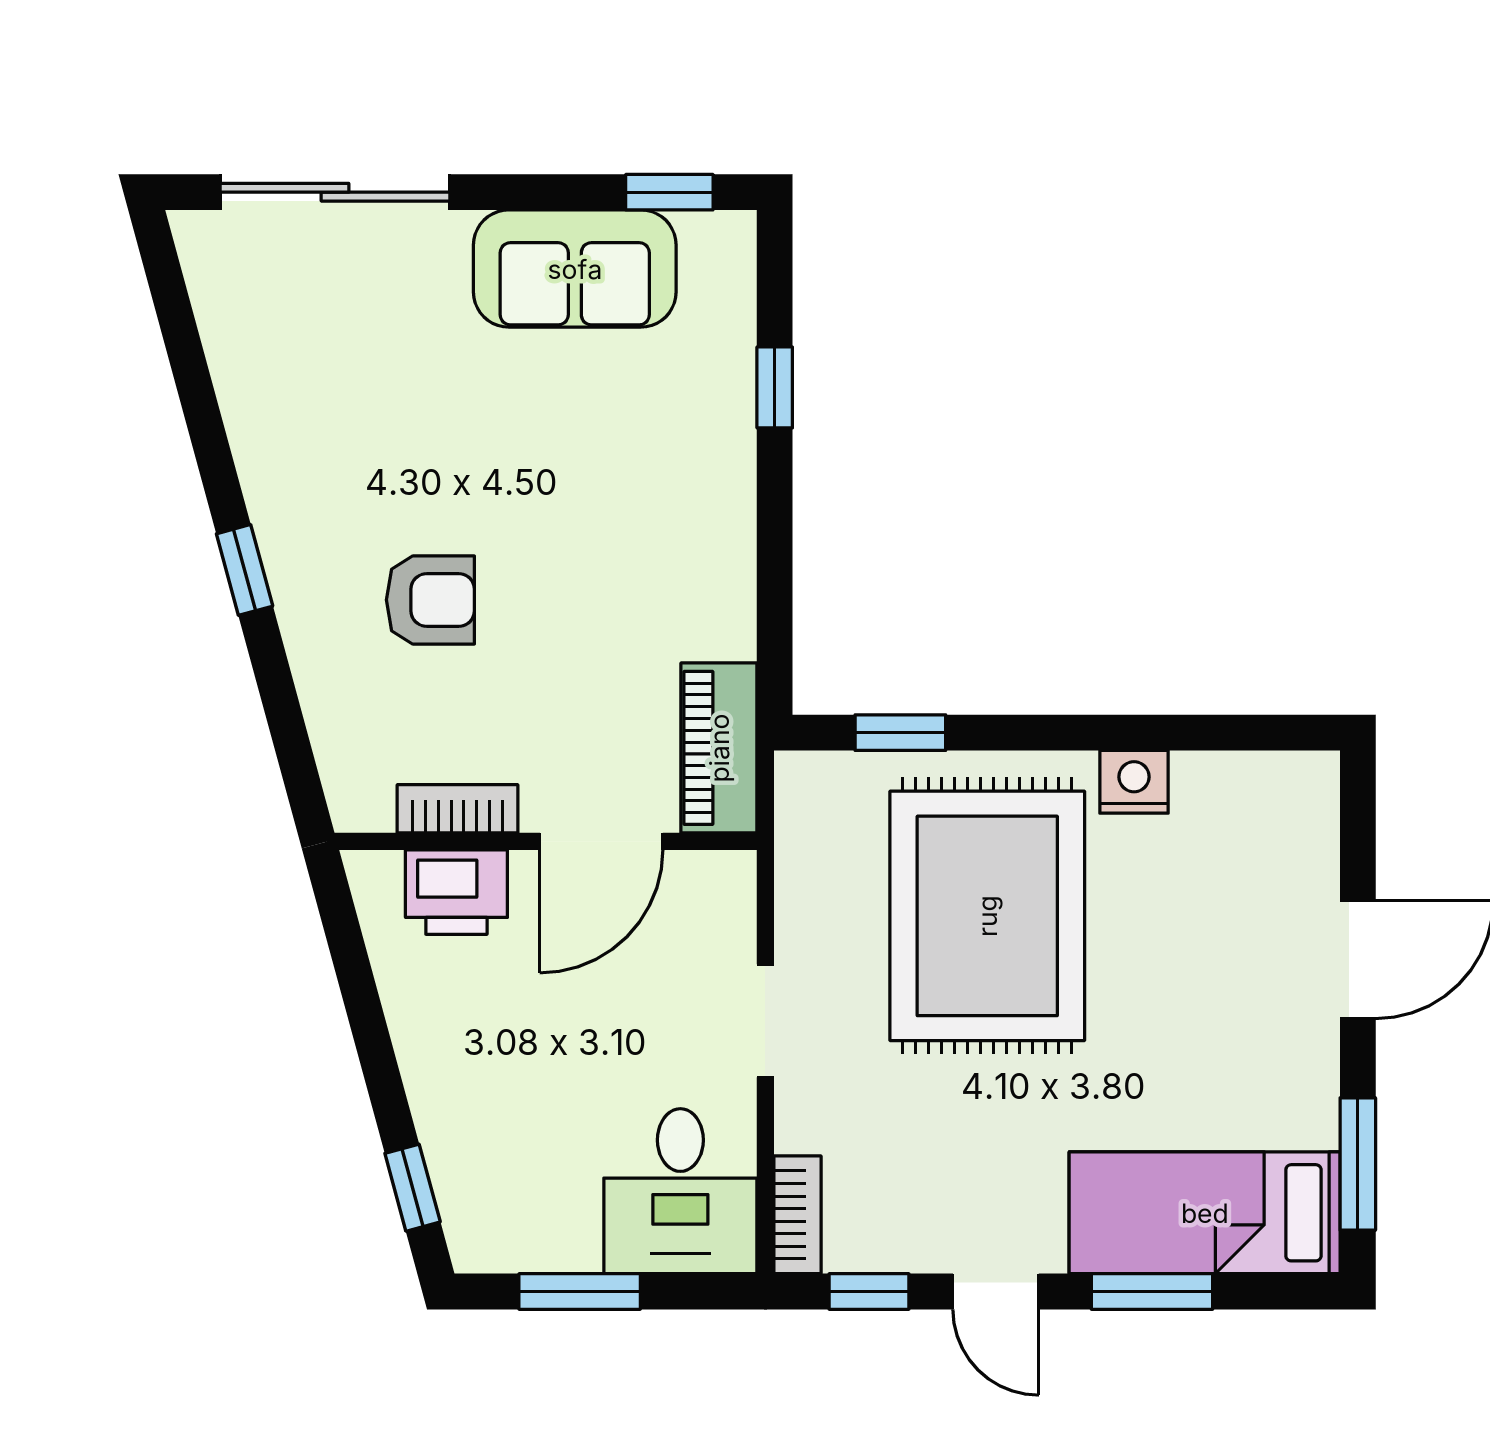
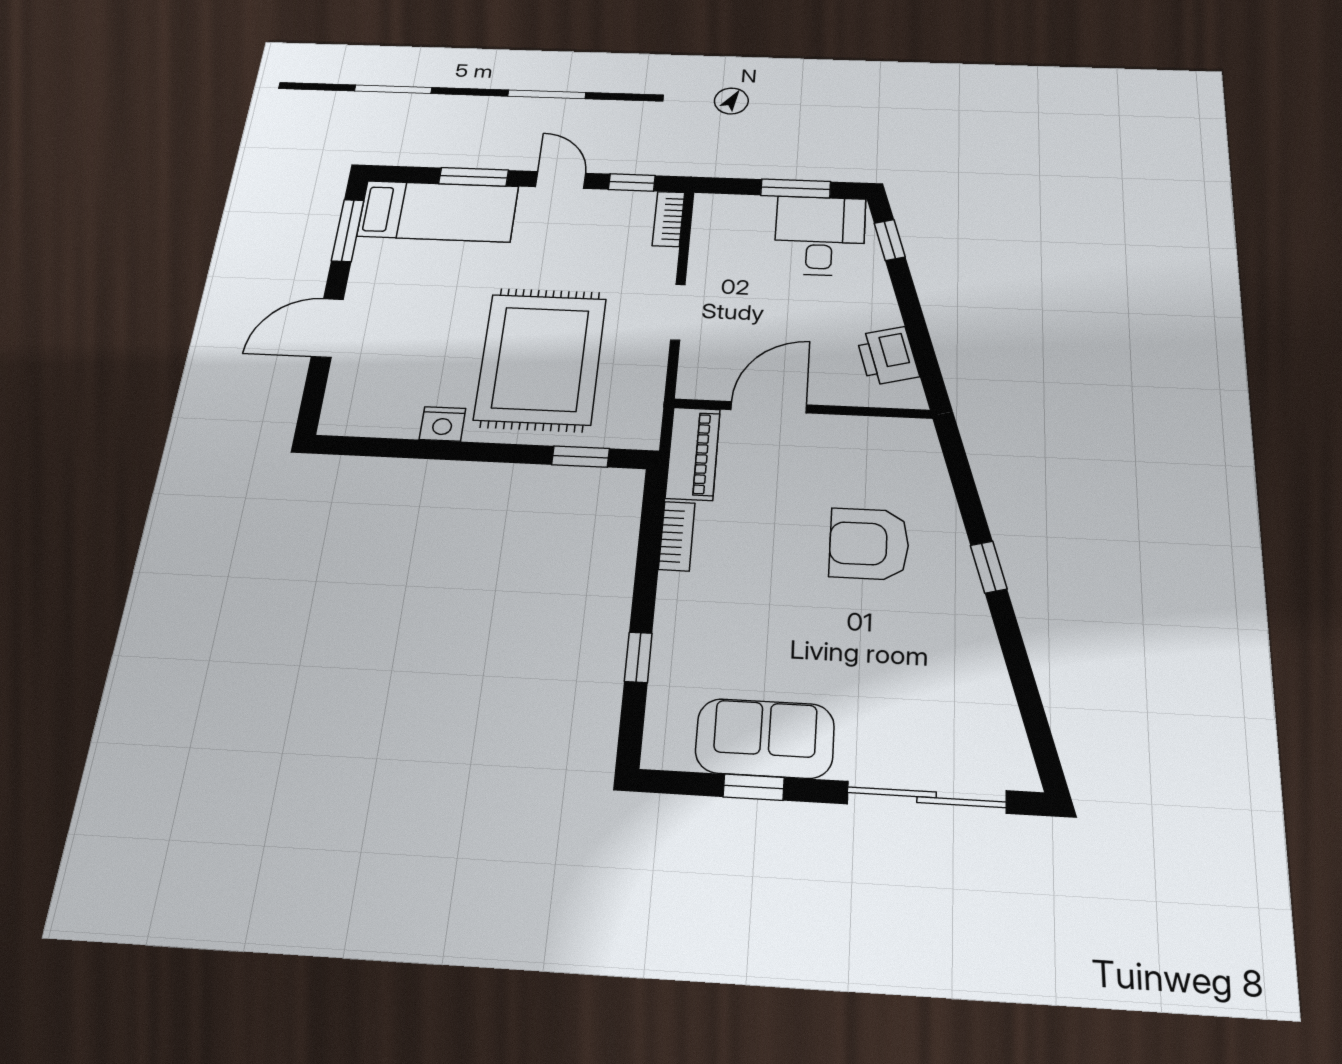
window: (669, 192) -> (754, 787), moved
armchair: (430, 600) -> (869, 544), width x1.38, depth x1.38
bookcase: (458, 809) -> (677, 536), moved, turned -90
printer: (456, 892) -> (888, 356), moved, turned -105
desk: (680, 1191) -> (820, 236), moved

